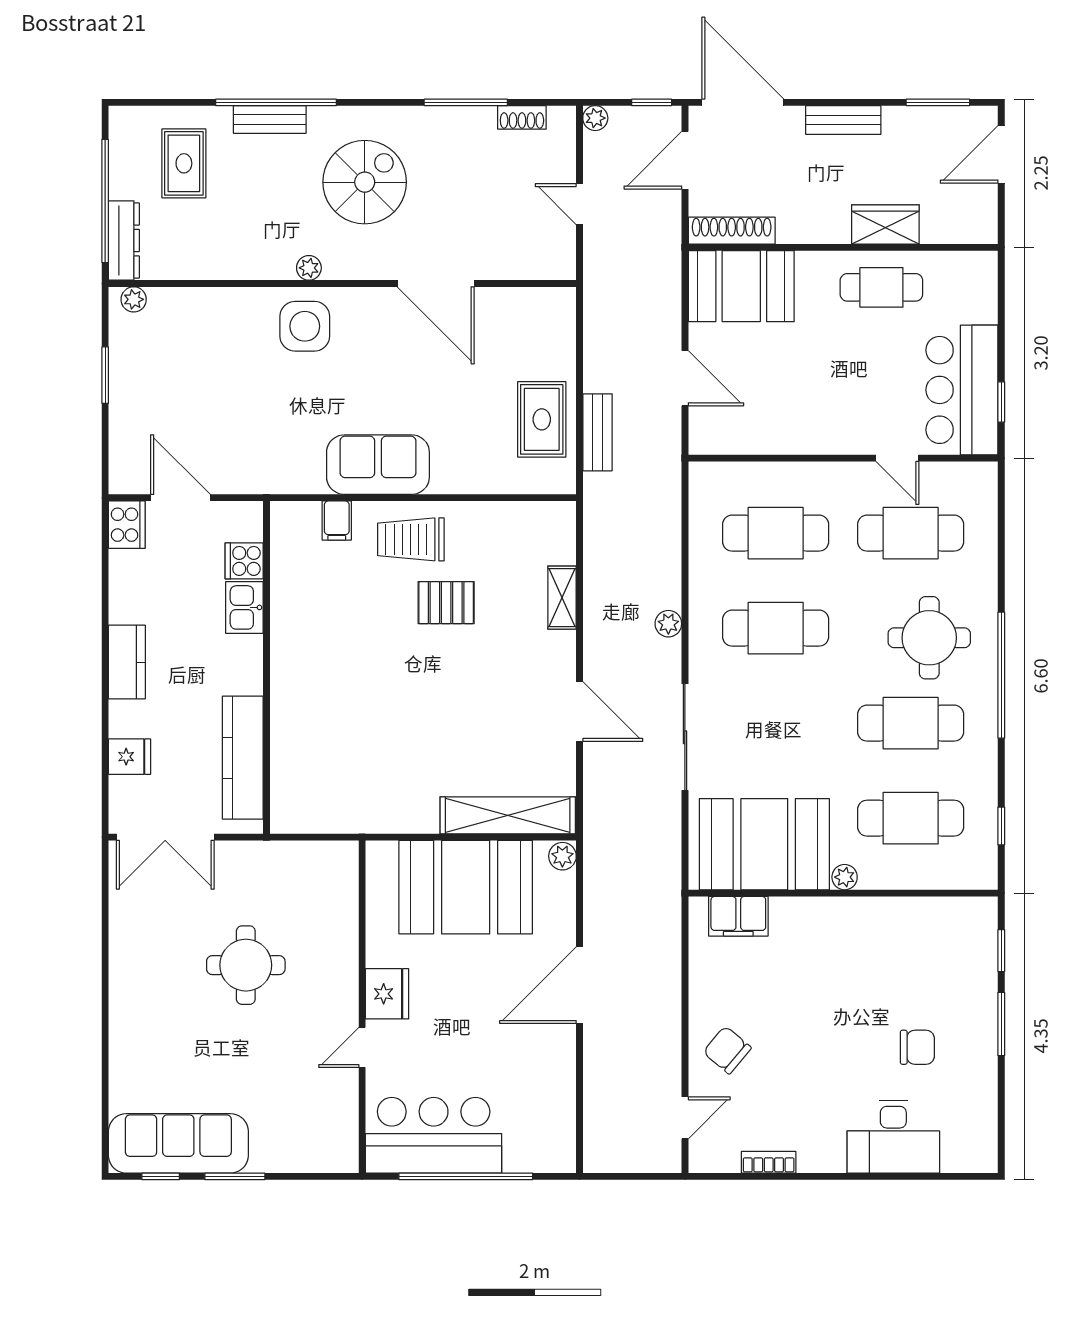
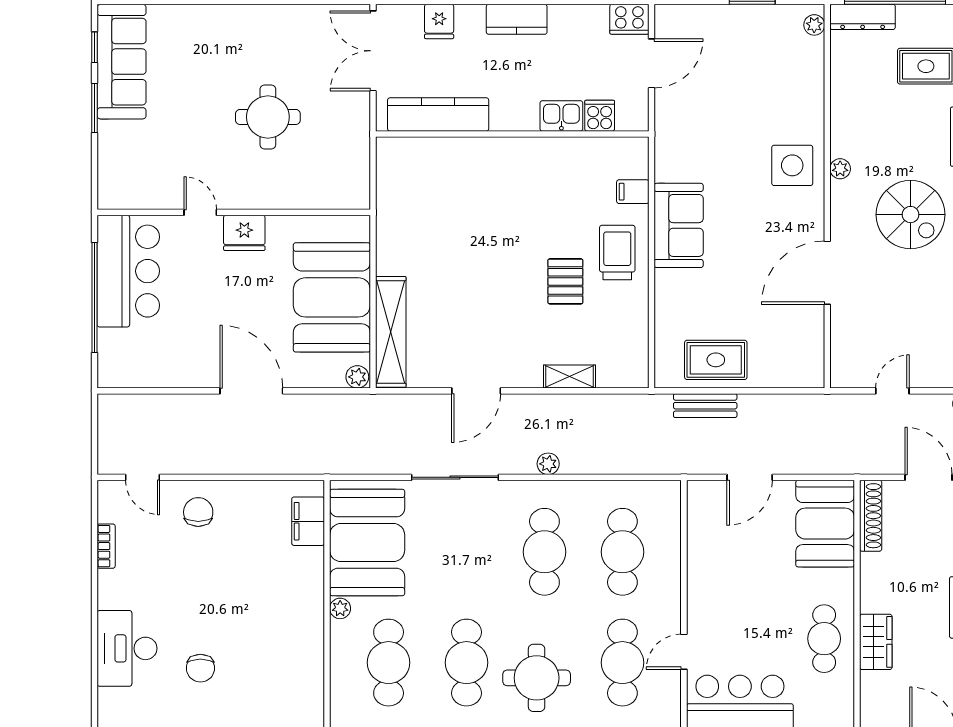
chair: (727, 1050) -> (198, 512), turned -40

